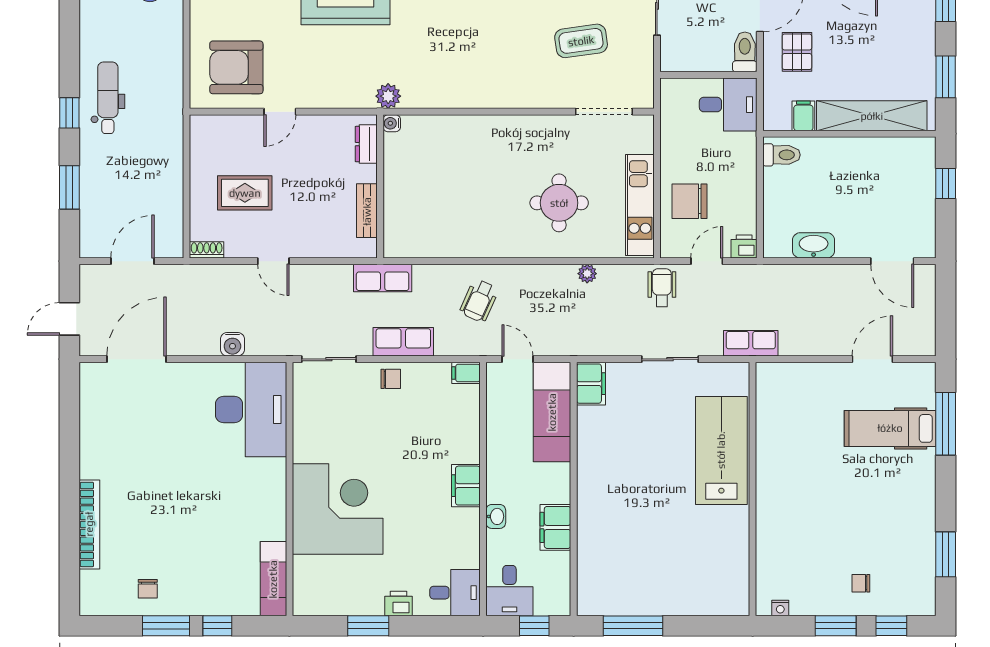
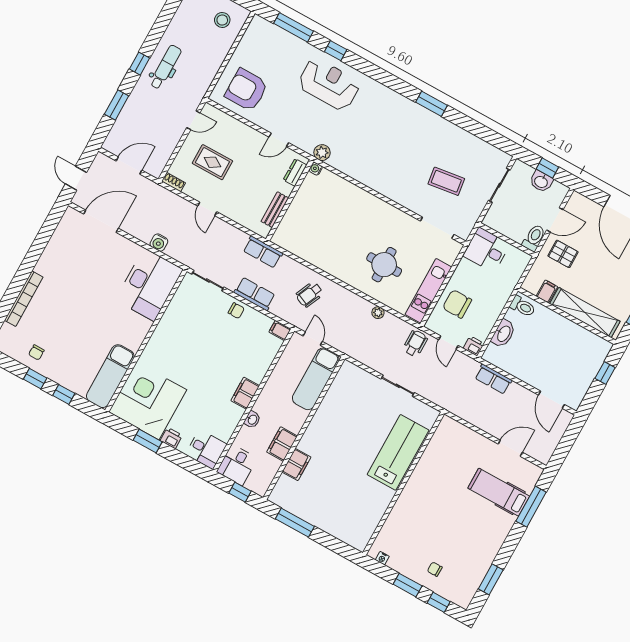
pallet: (797, 52) -> (563, 254), turned 90
desk: (728, 105) -> (487, 250), moved, turned 180
door: (280, 112) -> (279, 140), moved
door: (187, 150) -> (193, 120), added
washbasin: (814, 245) -> (503, 334), moved, turned 90
door: (707, 261) -> (448, 343), swing flipped
door: (69, 319) -> (76, 178), hinge flipped
row of seats: (751, 343) -> (493, 379), moved, turned 180
filing cabinet: (591, 384) -> (296, 465), moved
corner desk: (338, 509) -> (148, 401), moved, turned -90
exam couch: (273, 579) -> (110, 376), width x1.36, depth x1.45
window: (166, 626) -> (35, 379), width x0.67

